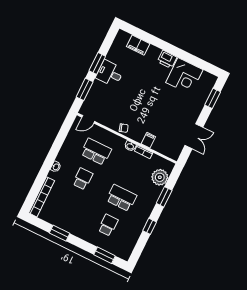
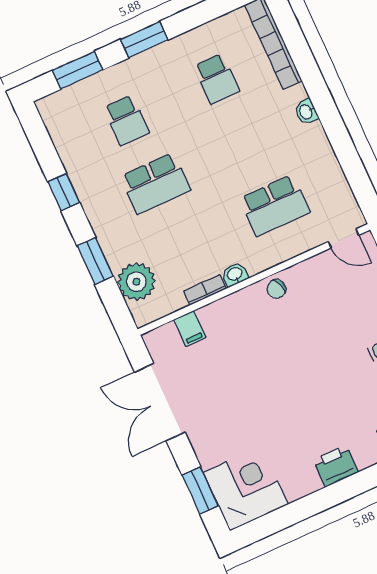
corner desk: (184, 76) -> (246, 489), moved, turned 90
door: (88, 119) -> (344, 238), swing flipped
double door: (194, 136) -> (160, 402), width x1.37
filing cabinet: (148, 140) -> (190, 329), moved
school desk: (83, 179) -> (217, 79), moved
window: (60, 233) -> (144, 40), moved

